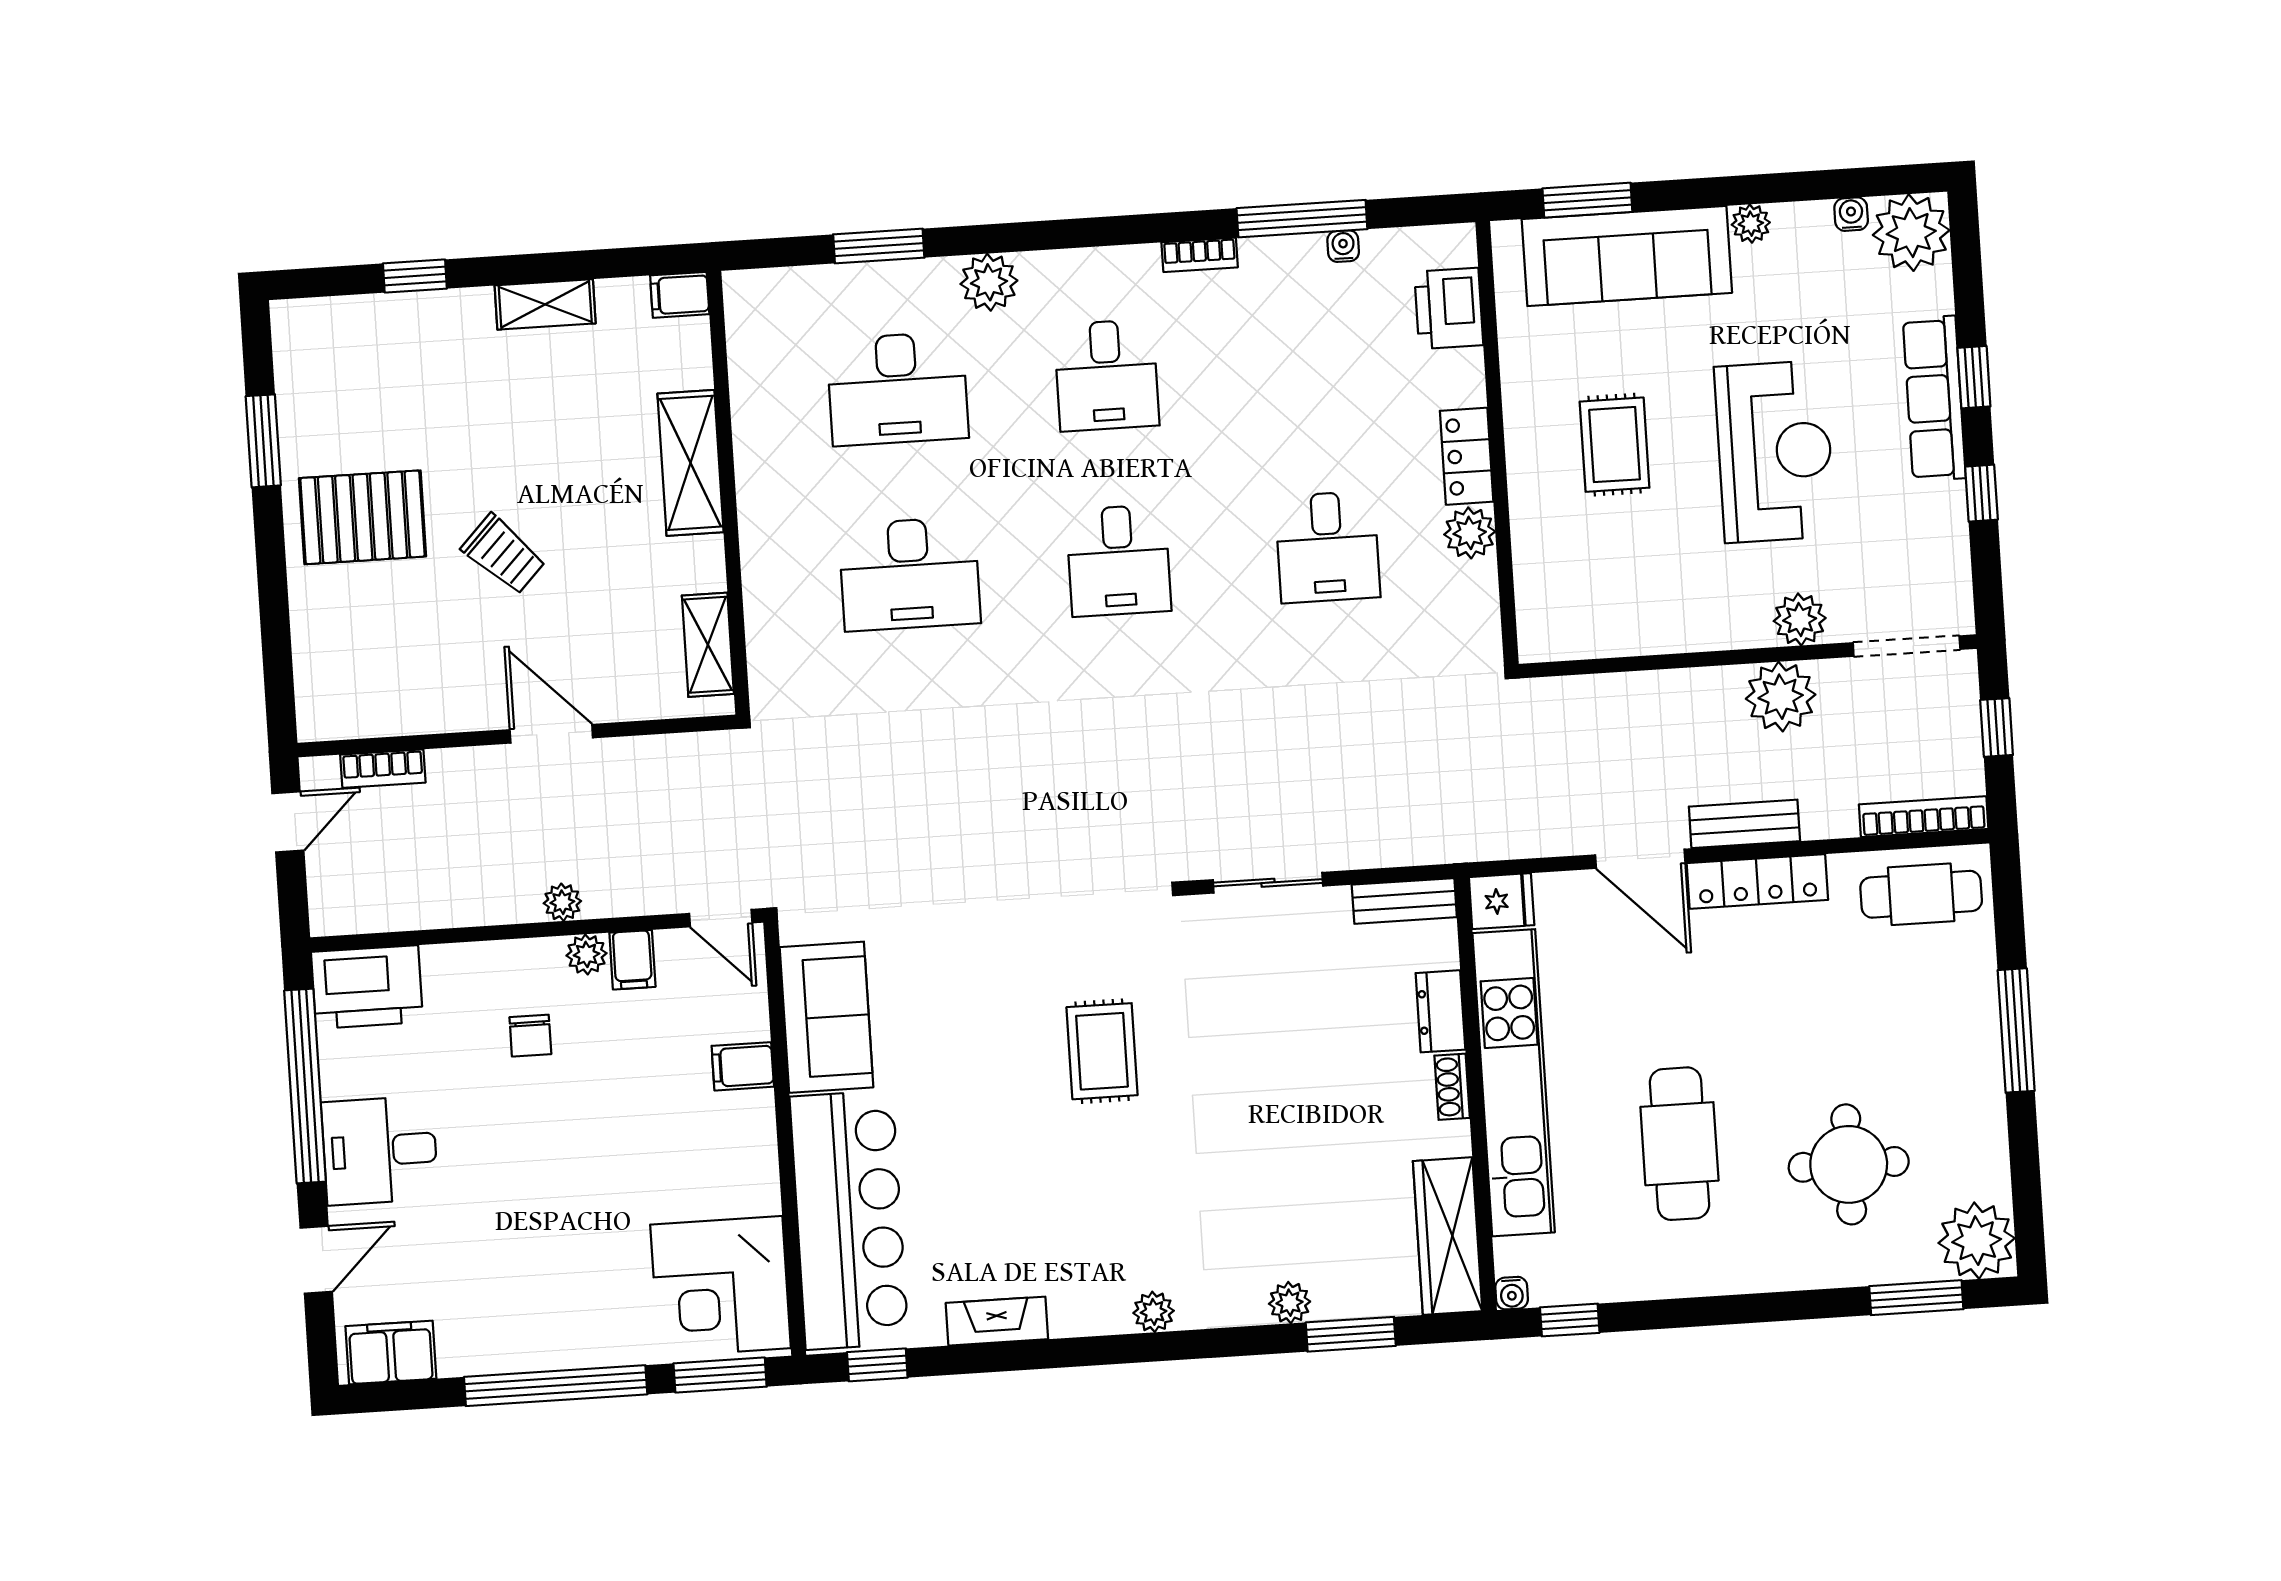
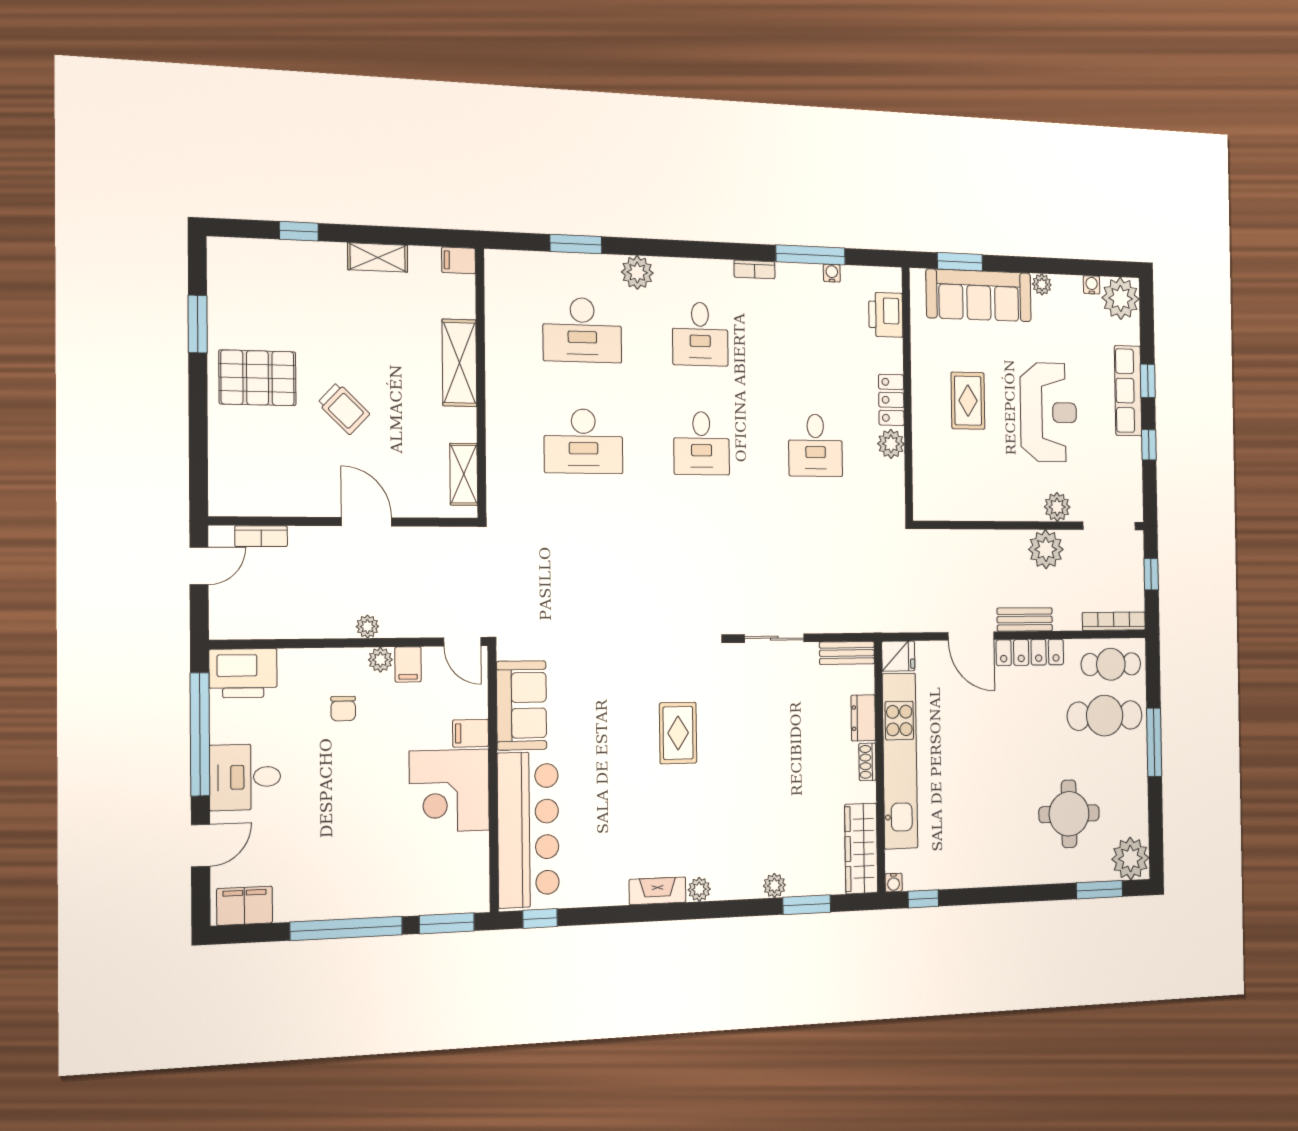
cafe table: (1679, 1144) -> (1105, 716), moved, turned 90
corner desk: (721, 1286) -> (449, 791), moved
fireplace: (997, 1321) -> (658, 891), moved

